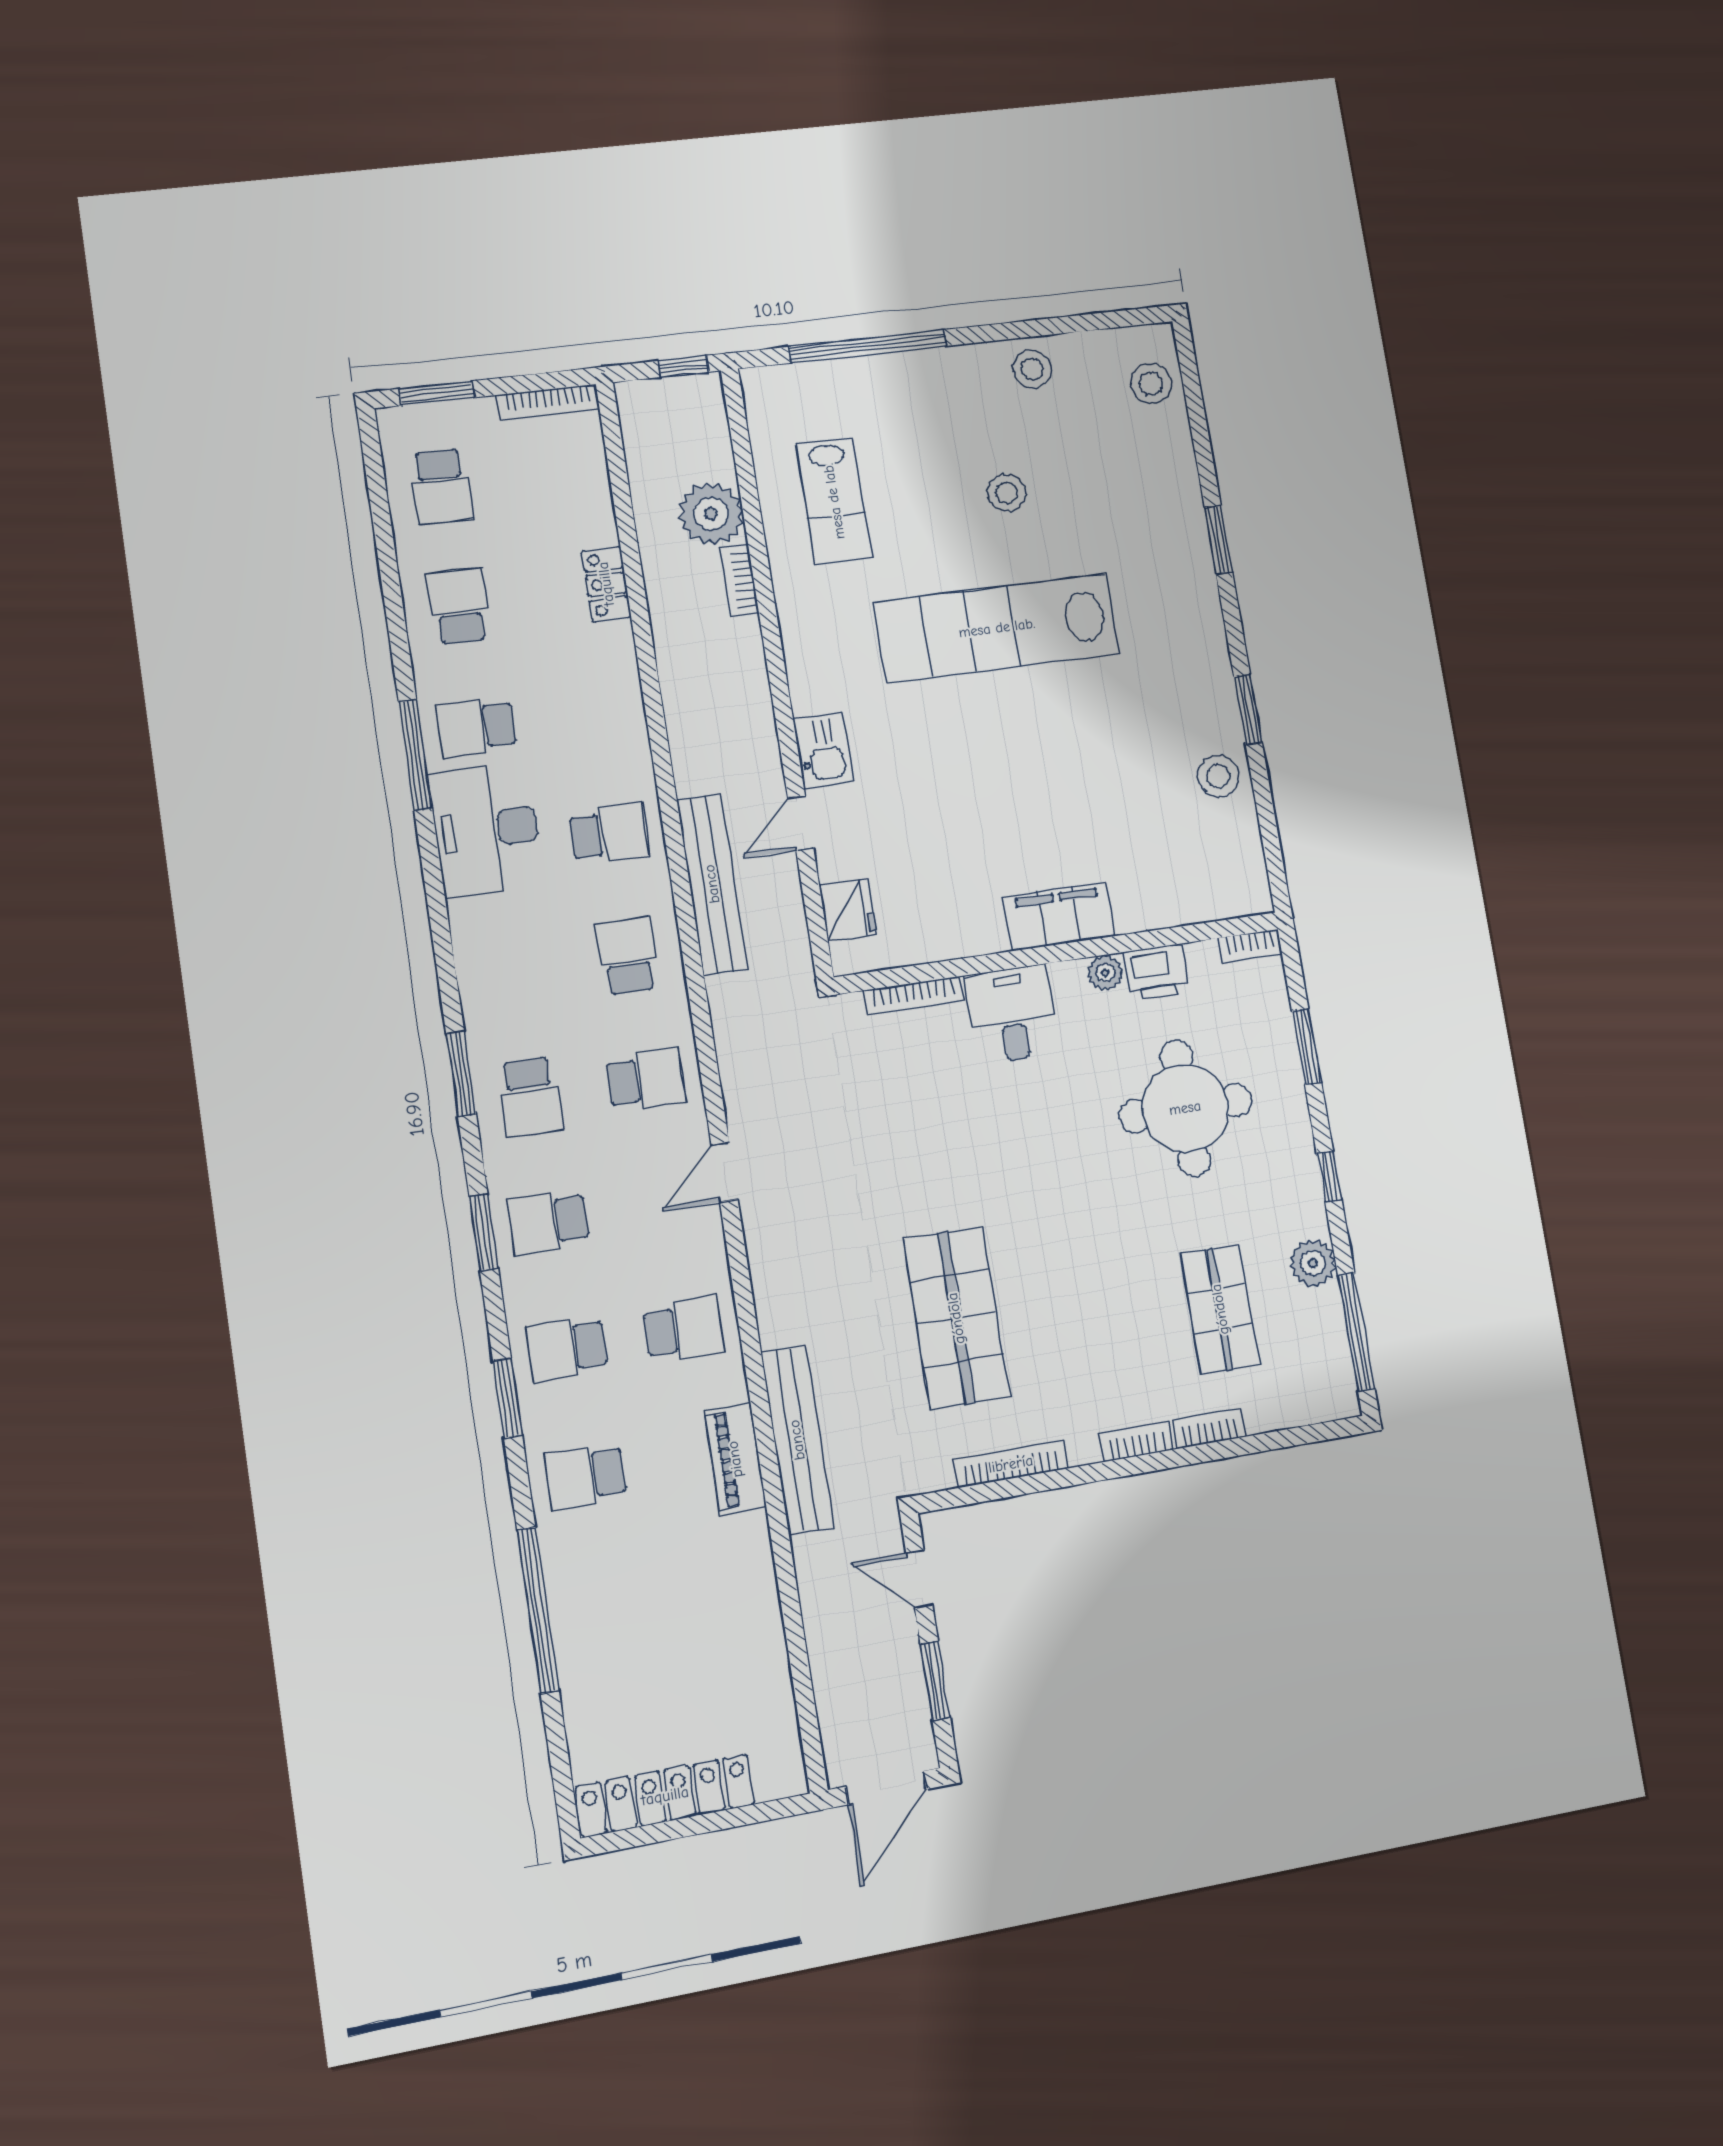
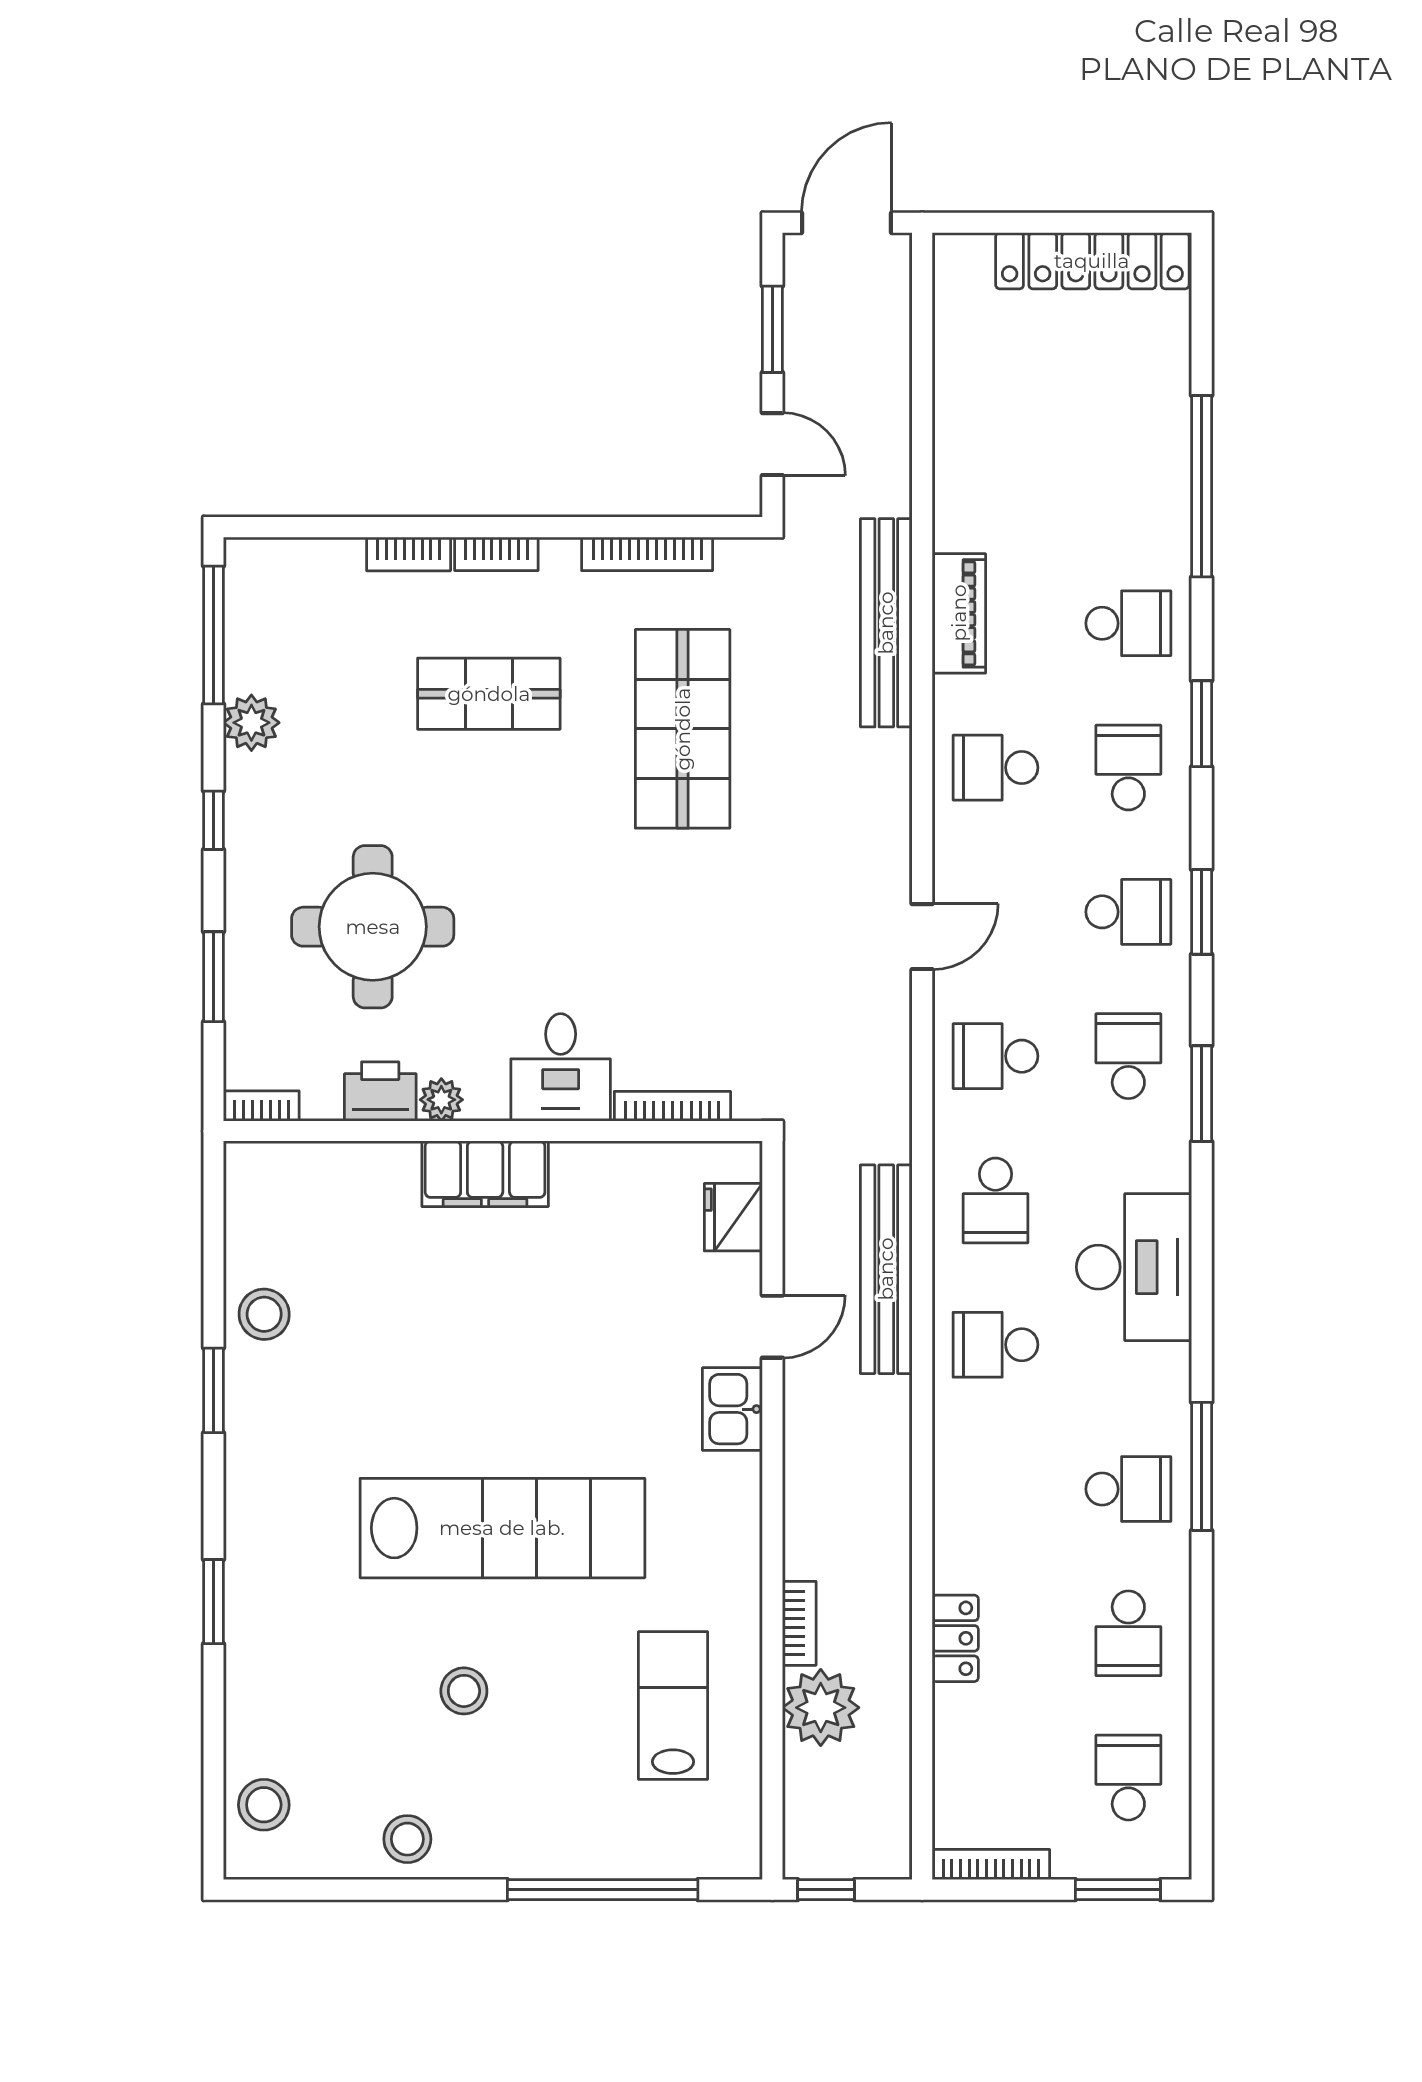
desk: (486, 829) -> (1134, 1267), moved
shop shelf: (1220, 1309) -> (489, 694), moved, turned 90
school desk: (567, 1348) -> (1128, 768), turned -90

